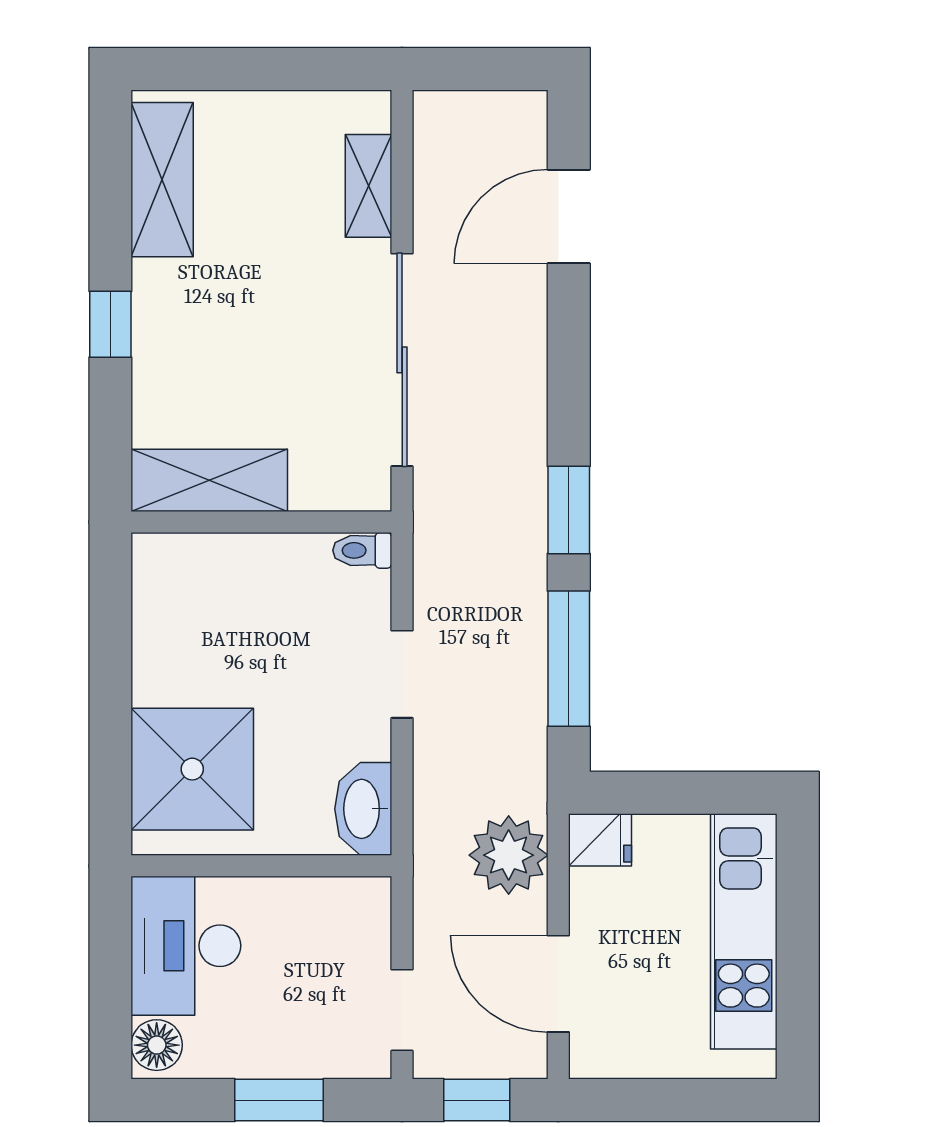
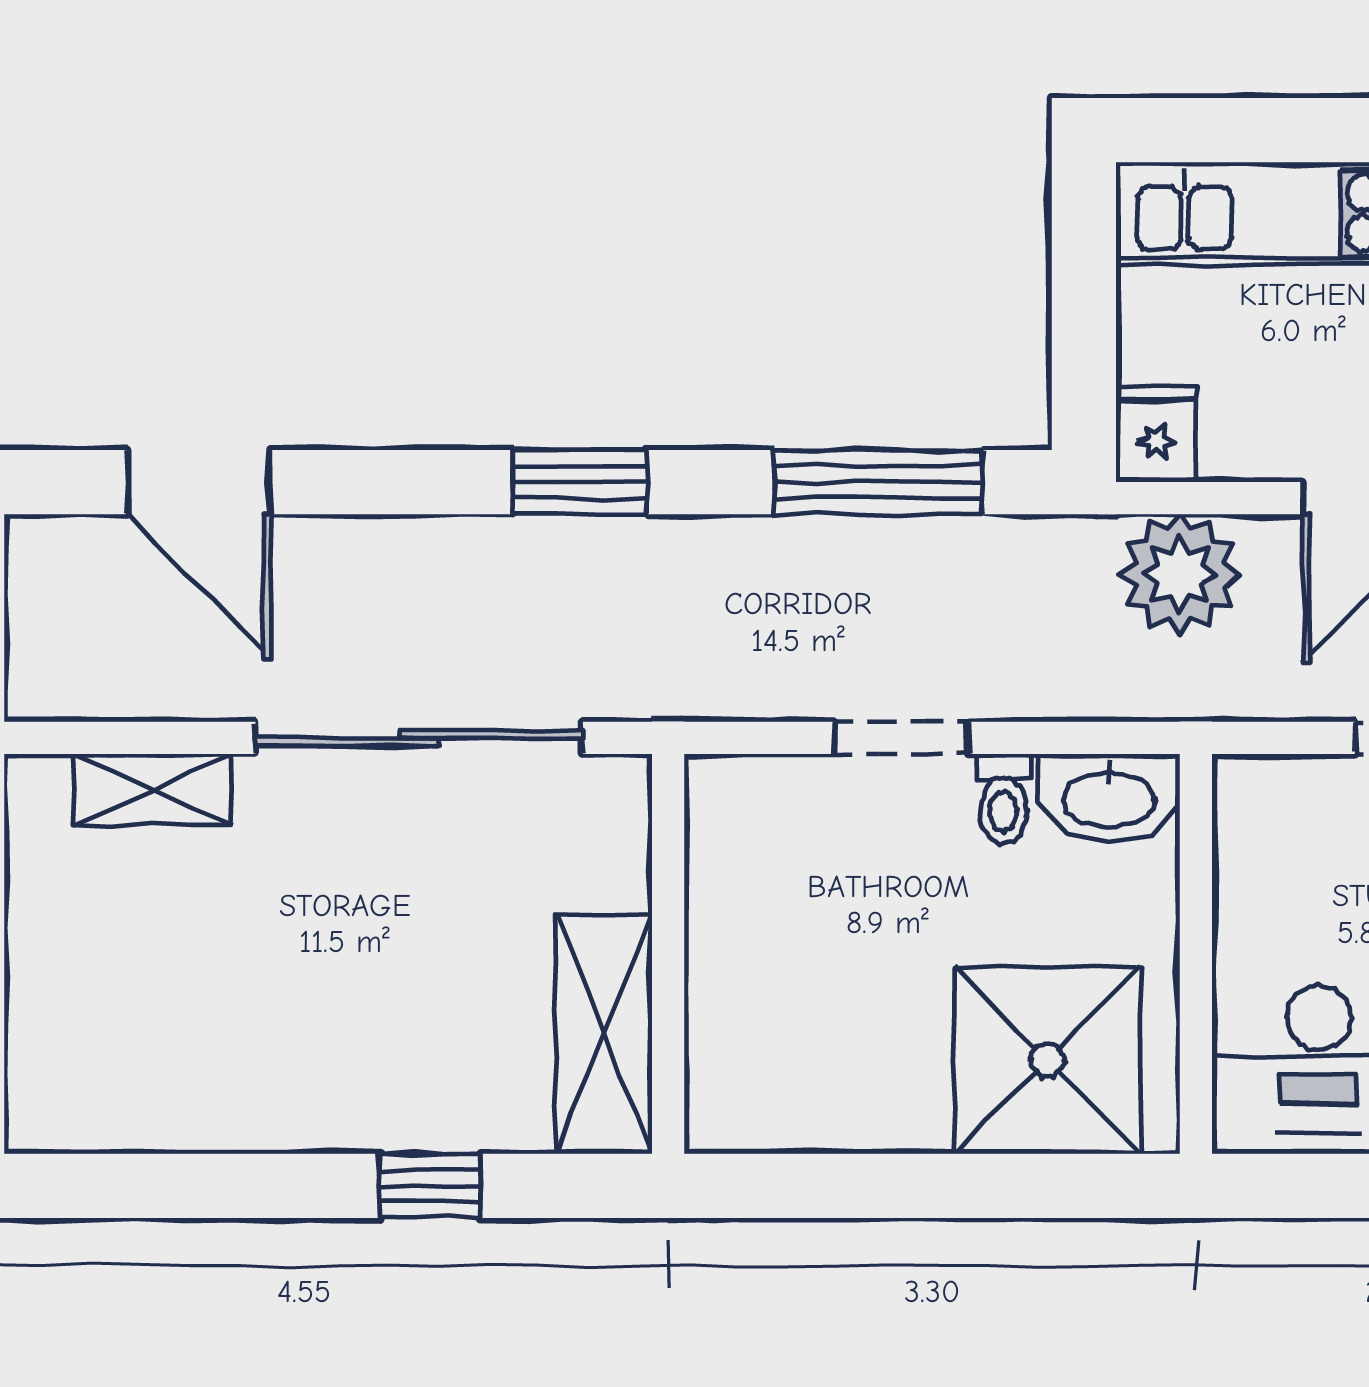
shelving: (162, 180) -> (142, 1106), removed
window: (110, 324) -> (430, 1186), moved
window: (569, 510) -> (580, 482), moved
toilet: (362, 550) -> (1003, 799), moved

